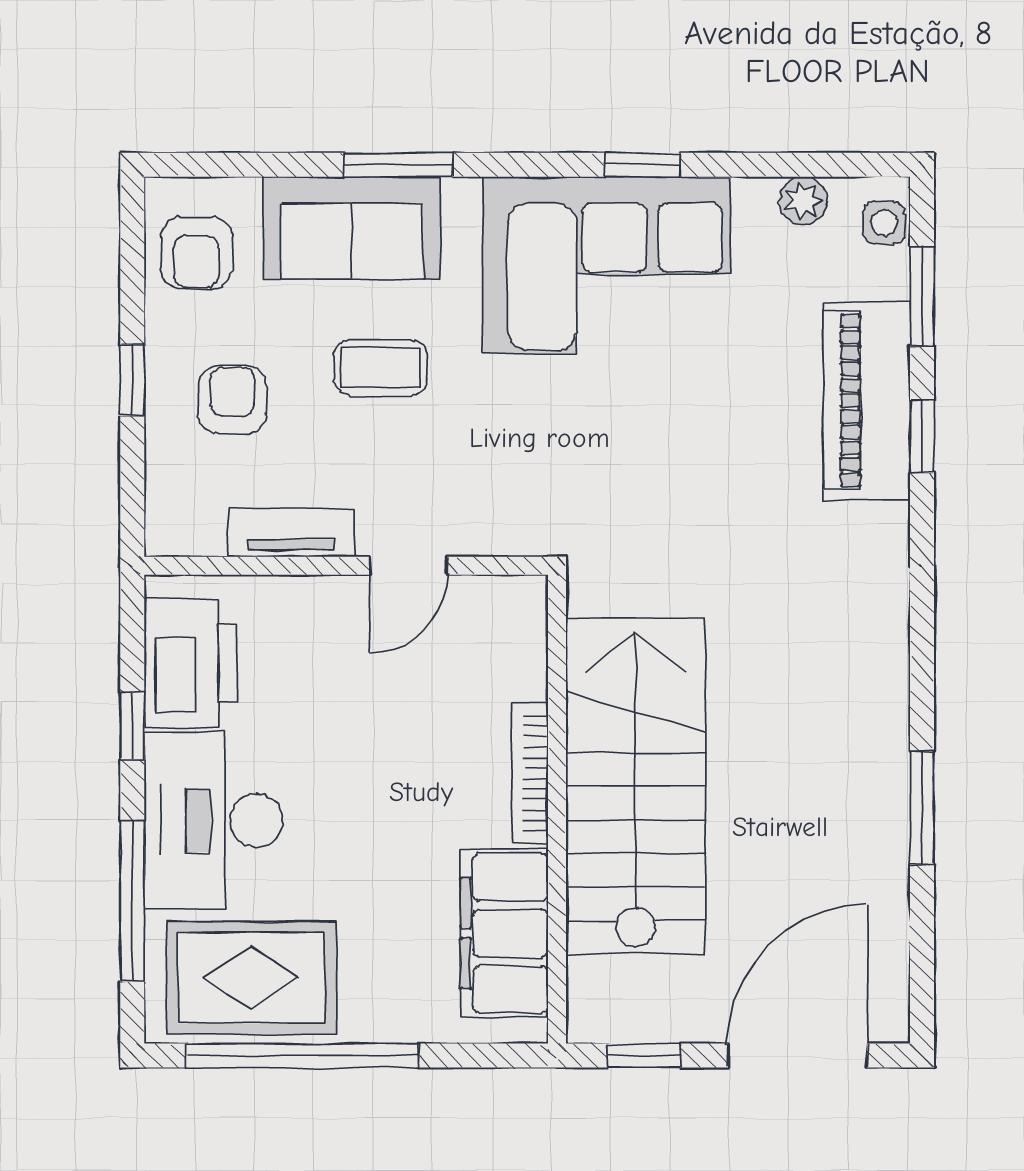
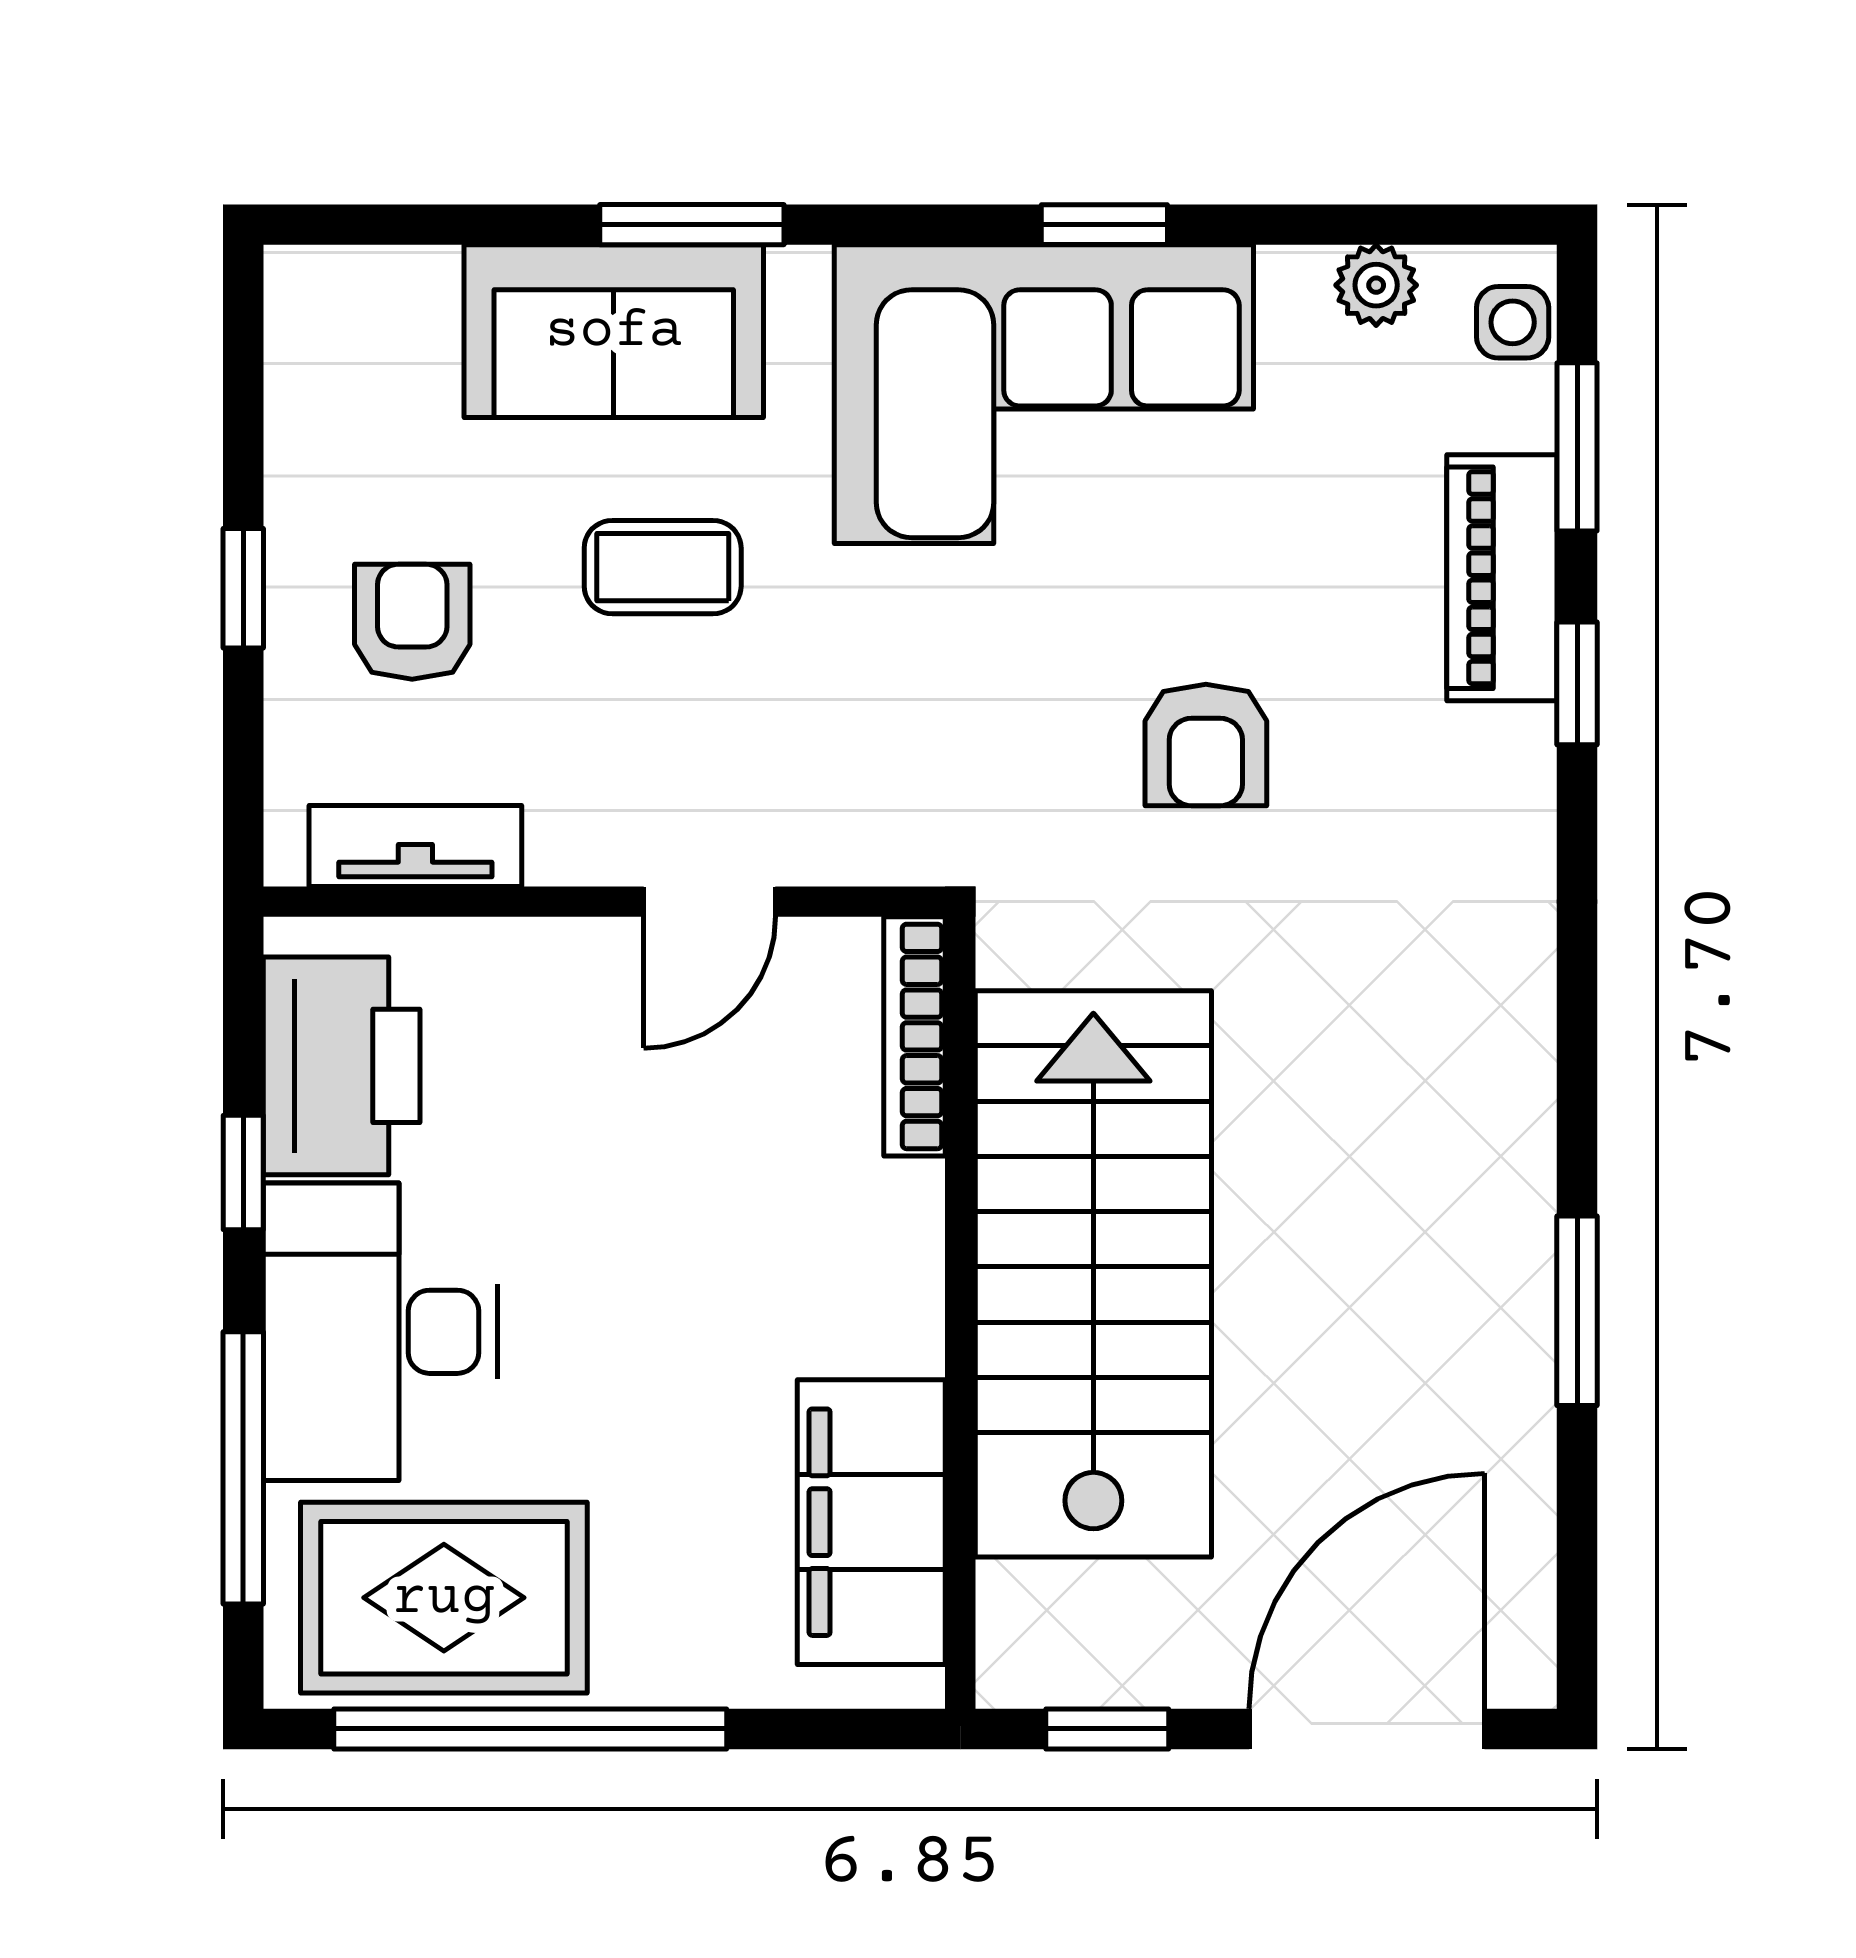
armchair: (196, 253) -> (1206, 745), moved
piano: (867, 401) -> (1502, 578), width x0.73, depth x0.75
tv unit: (291, 533) -> (415, 846), moved
bookcase: (530, 773) -> (915, 1036), moved

